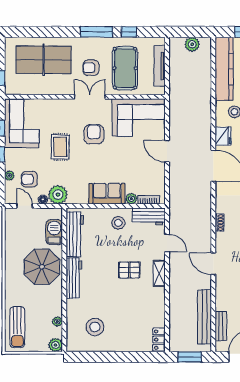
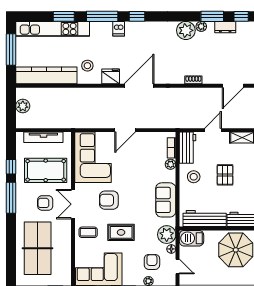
armchair: (91, 68) -> (45, 203), turned 90
coffee table: (60, 113) -> (88, 232), added
armchair: (29, 179) -> (152, 262), turned 180
sofa: (107, 194) -> (166, 200), moved
door: (25, 206) -> (178, 266), swing flipped
barbecue: (54, 232) -> (191, 238), moved
pallet: (129, 270) -> (225, 175), moved

